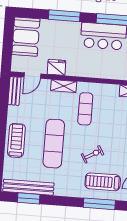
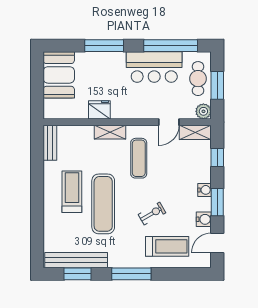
door: (32, 75) -> (169, 122), moved
treadmill: (16, 140) -> (72, 192), moved
treadmill: (103, 182) -> (167, 246), turned 180
window: (99, 204) -> (131, 274), moved

